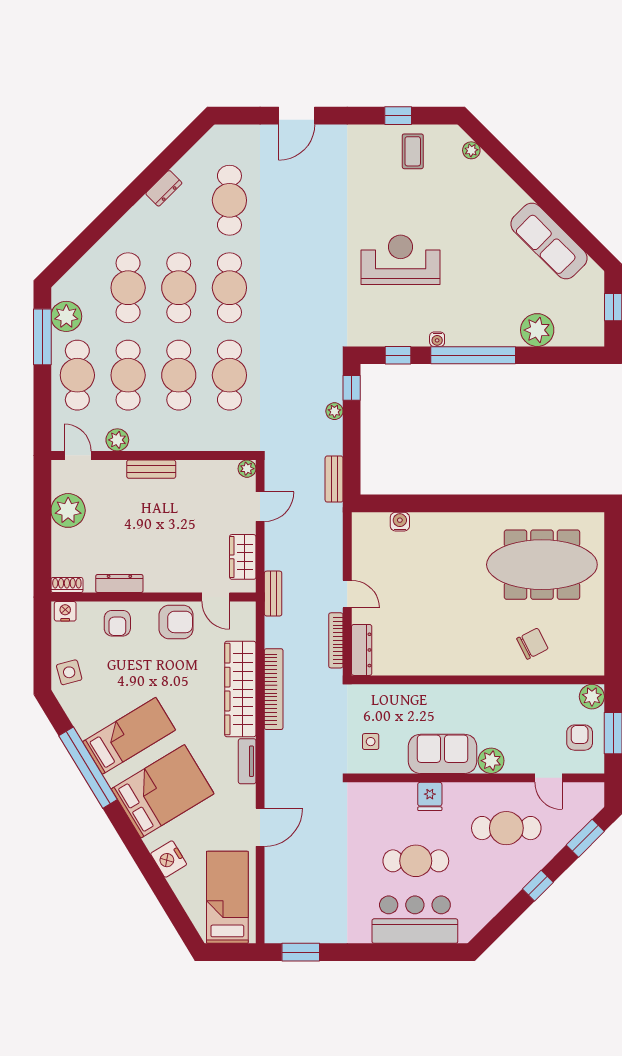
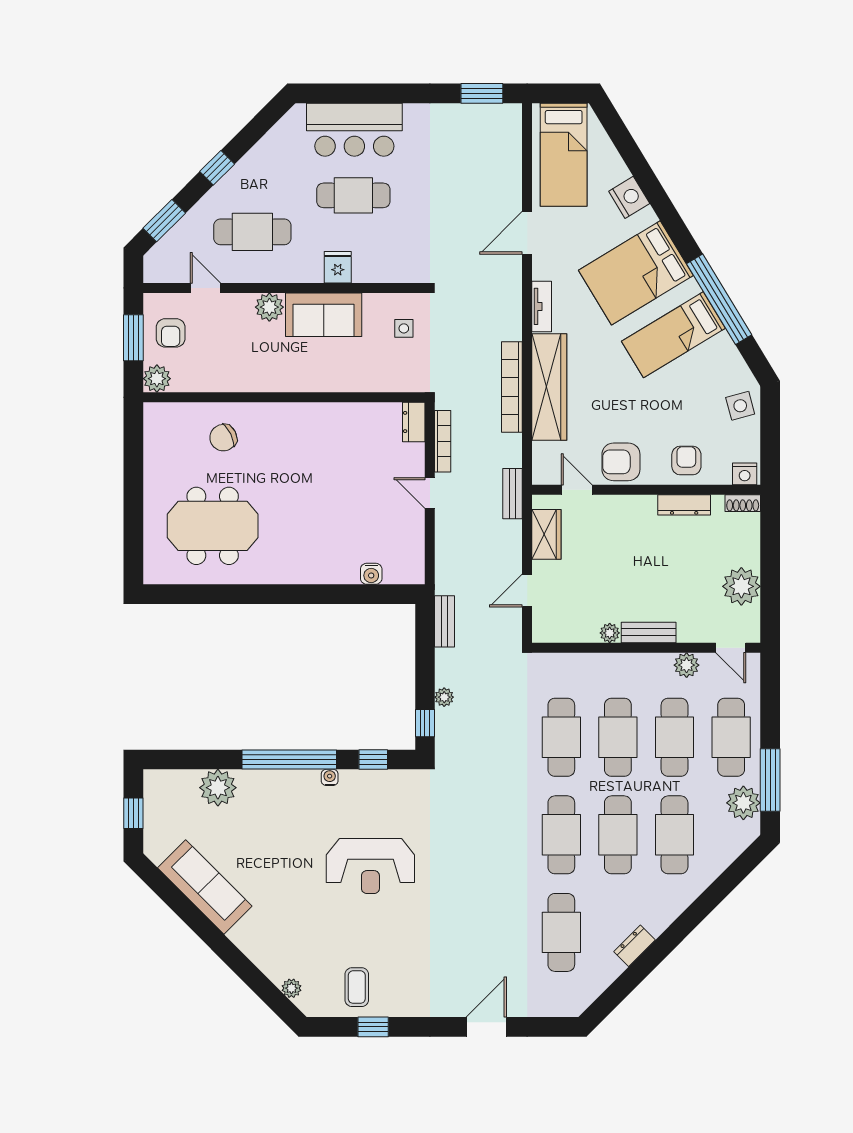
plant: (247, 469) -> (610, 633), moved
meeting table: (542, 565) -> (213, 526), width x0.73
dresser: (362, 650) -> (414, 422), width x0.70

